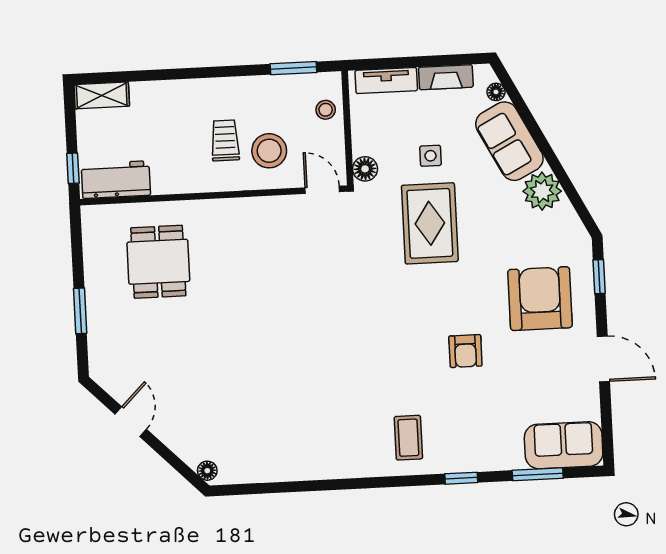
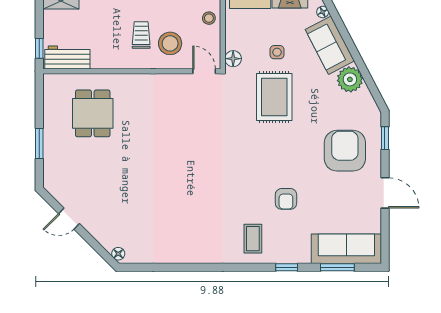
armchair: (465, 351) -> (286, 199), moved
door: (131, 422) -> (69, 219), swing flipped
sofa: (564, 445) -> (346, 249), width x1.36

